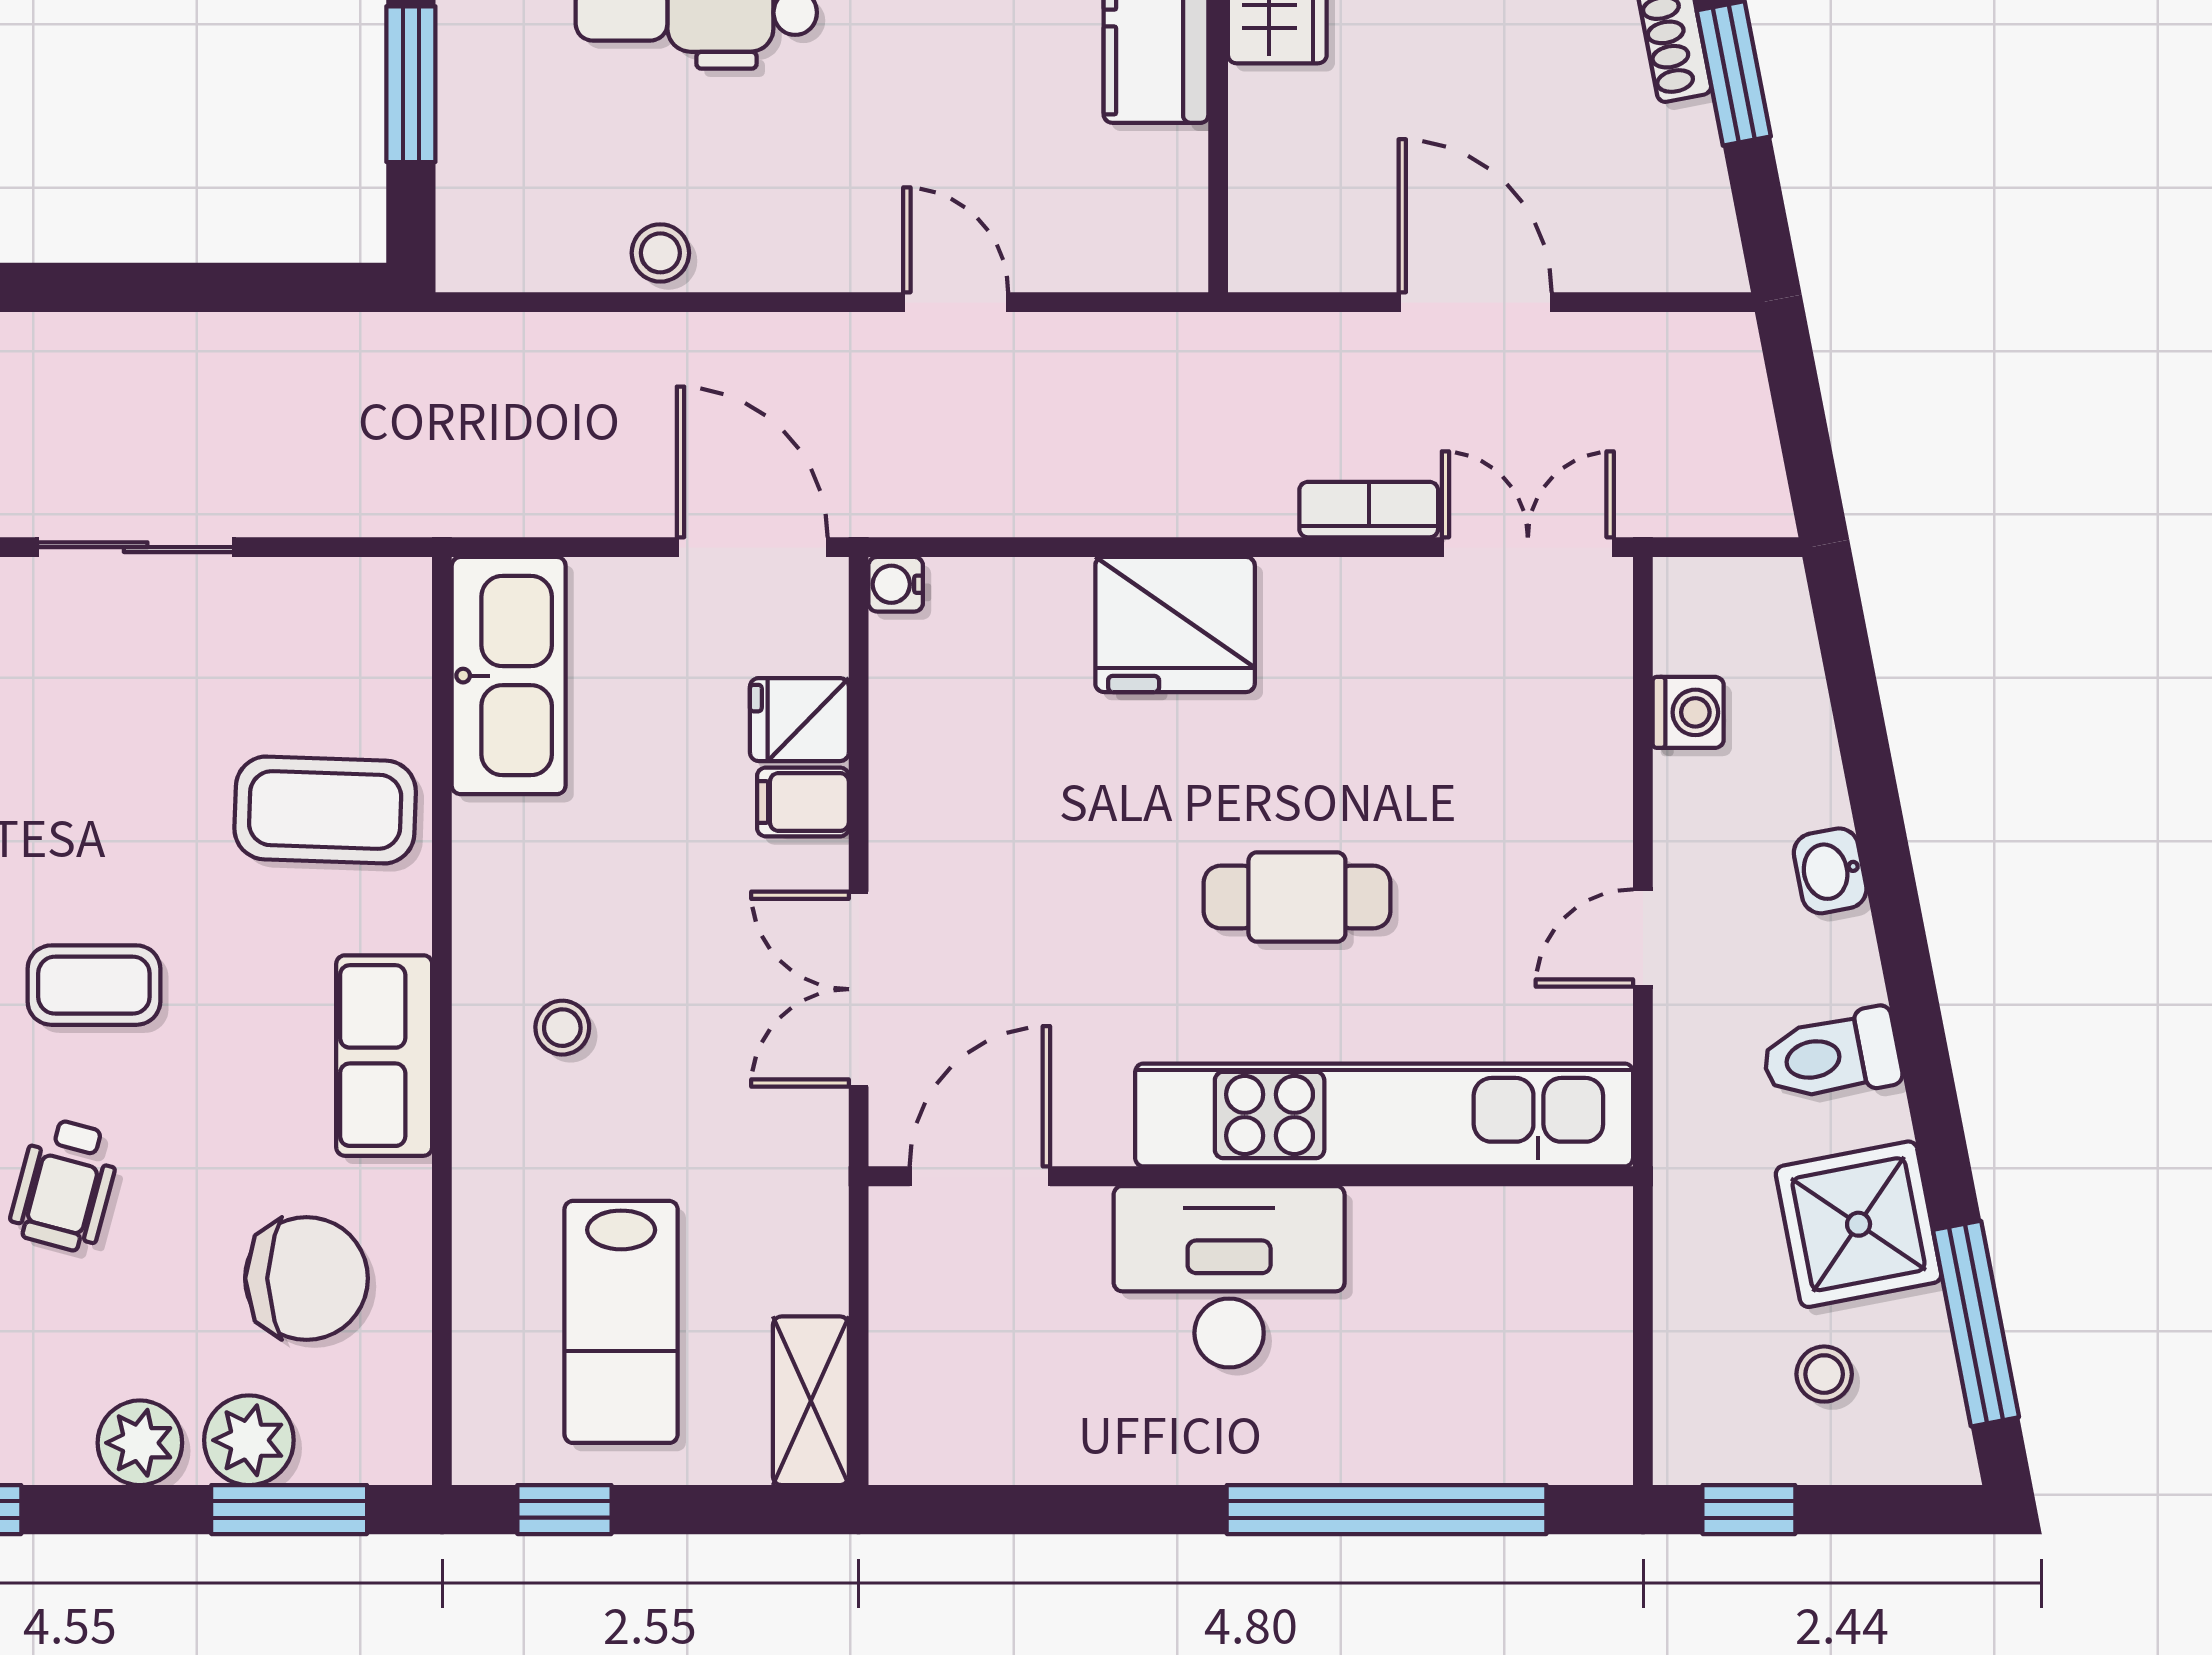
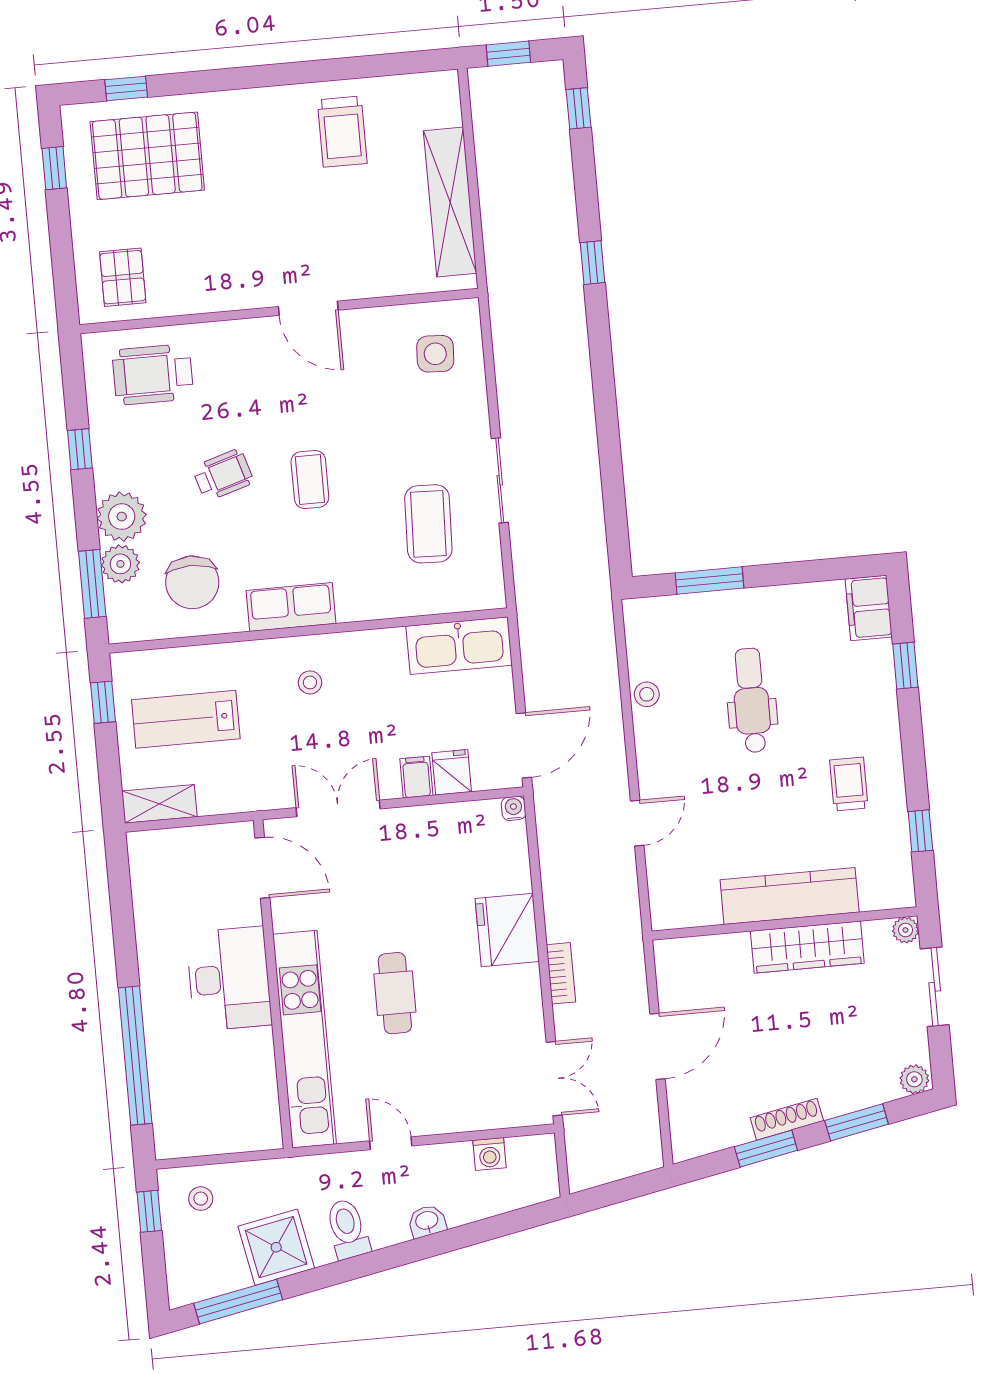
bookcase: (1369, 510) -> (561, 973), moved
coffee table: (325, 810) -> (428, 524), moved
wheelchair: (65, 1185) -> (223, 475), turned 148
stool: (1824, 1374) -> (201, 1199), moved
plant: (140, 1443) -> (122, 517), width x1.36, depth x1.36

